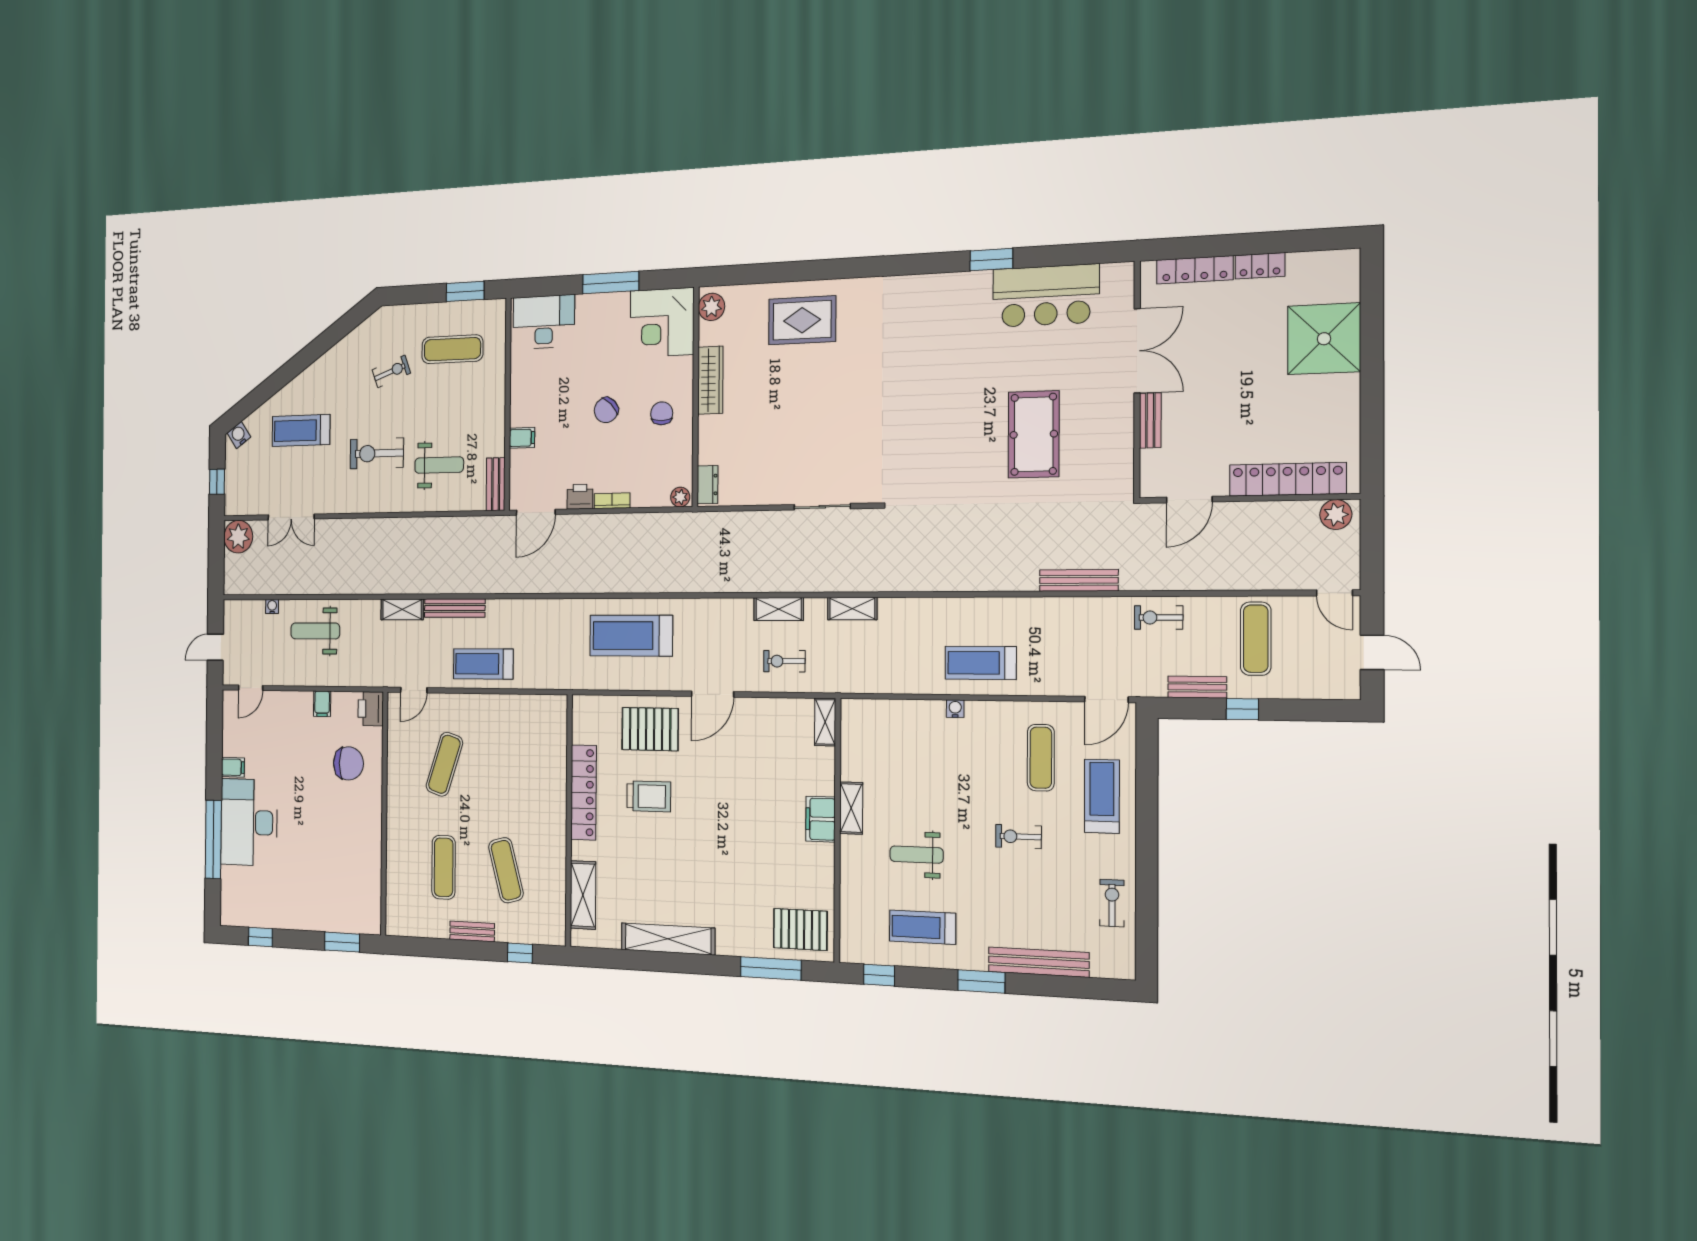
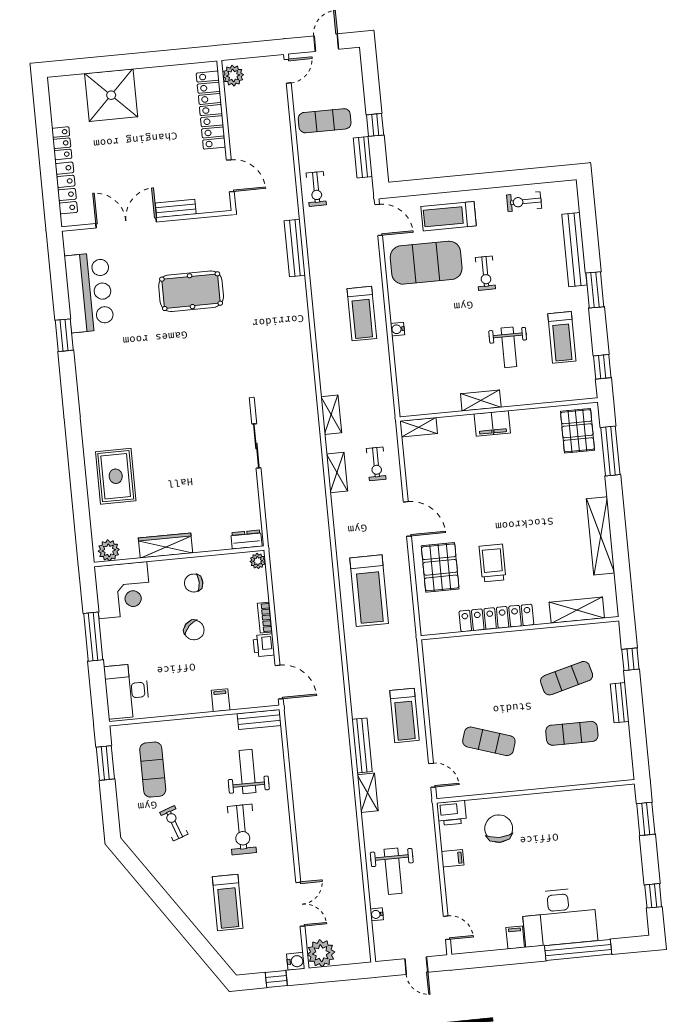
water cooler: (239, 435) -> (296, 961), moved, turned -145
exercise mat: (1041, 758) -> (426, 263), width x2.00, depth x1.45

